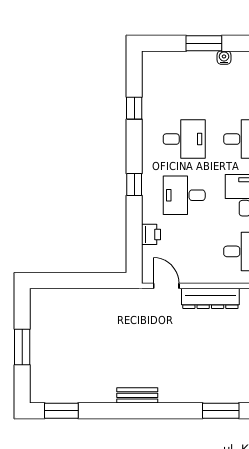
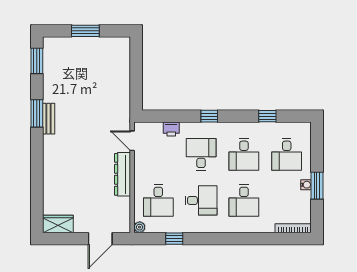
window: (204, 43) -> (317, 186), moved
desk: (184, 83) -> (287, 154), added
door: (166, 286) -> (132, 141), swing flipped
window: (221, 411) -> (37, 113), moved

